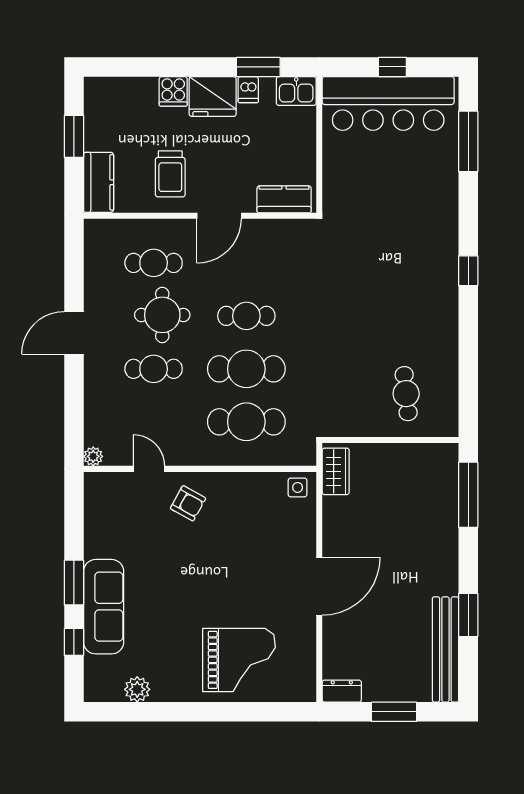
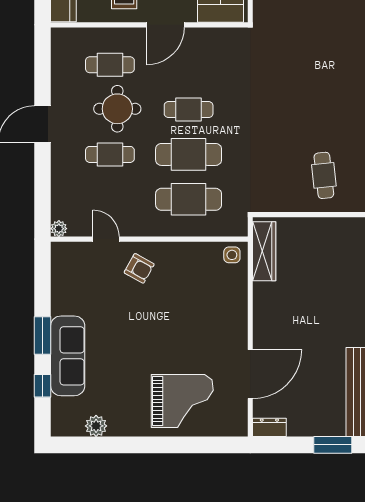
wardrobe: (336, 471) -> (264, 251), width x1.50
door: (319, 586) -> (250, 374), moved
window: (394, 712) -> (333, 445), moved

